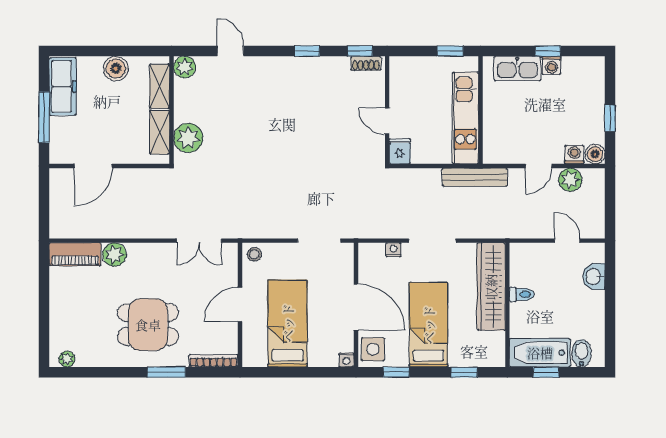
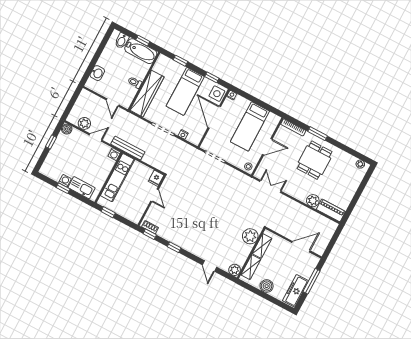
washing machine: (574, 154) -> (114, 154), moved
door: (567, 241) -> (113, 102), moved
dining table: (148, 325) -> (315, 160), turned 90

